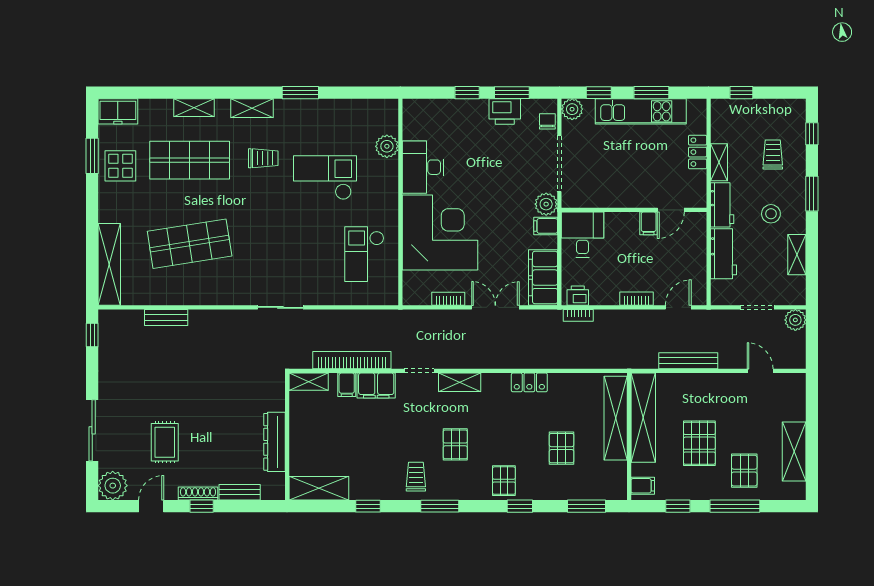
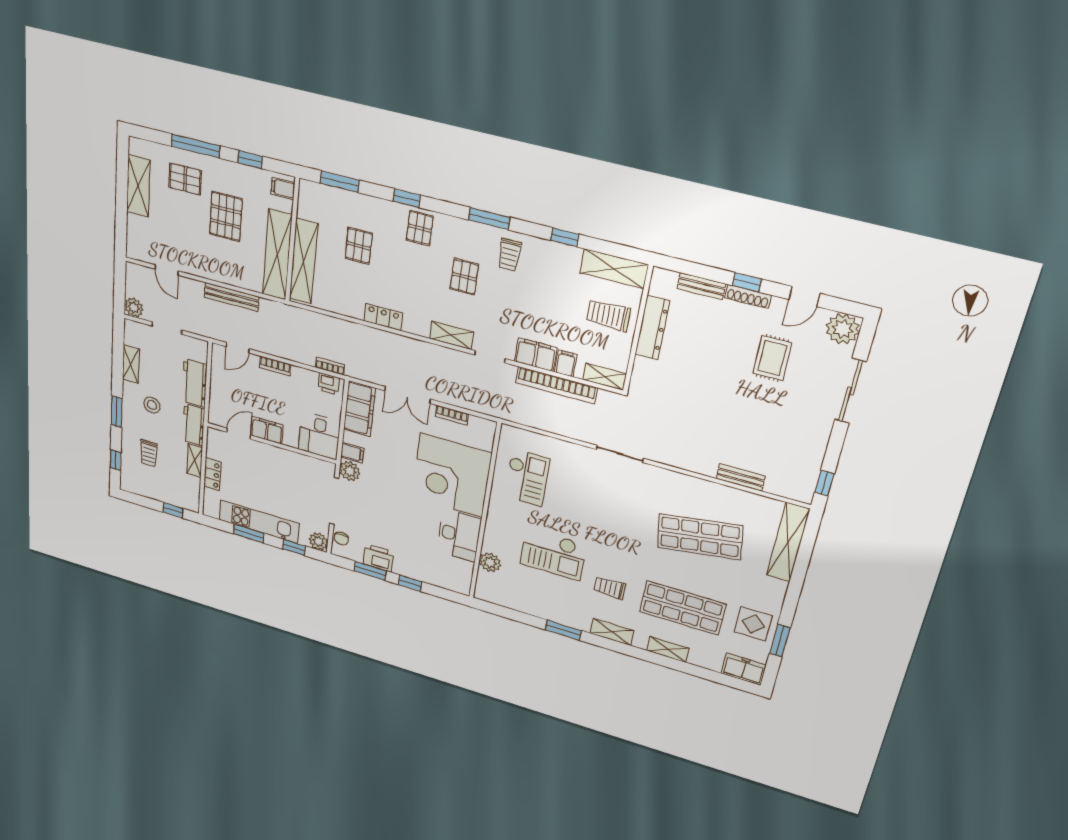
filing cabinet: (649, 223) -> (267, 430), width x2.00
trolley: (316, 443) -> (608, 315), added
pallet: (744, 471) -> (185, 179), turned 90

